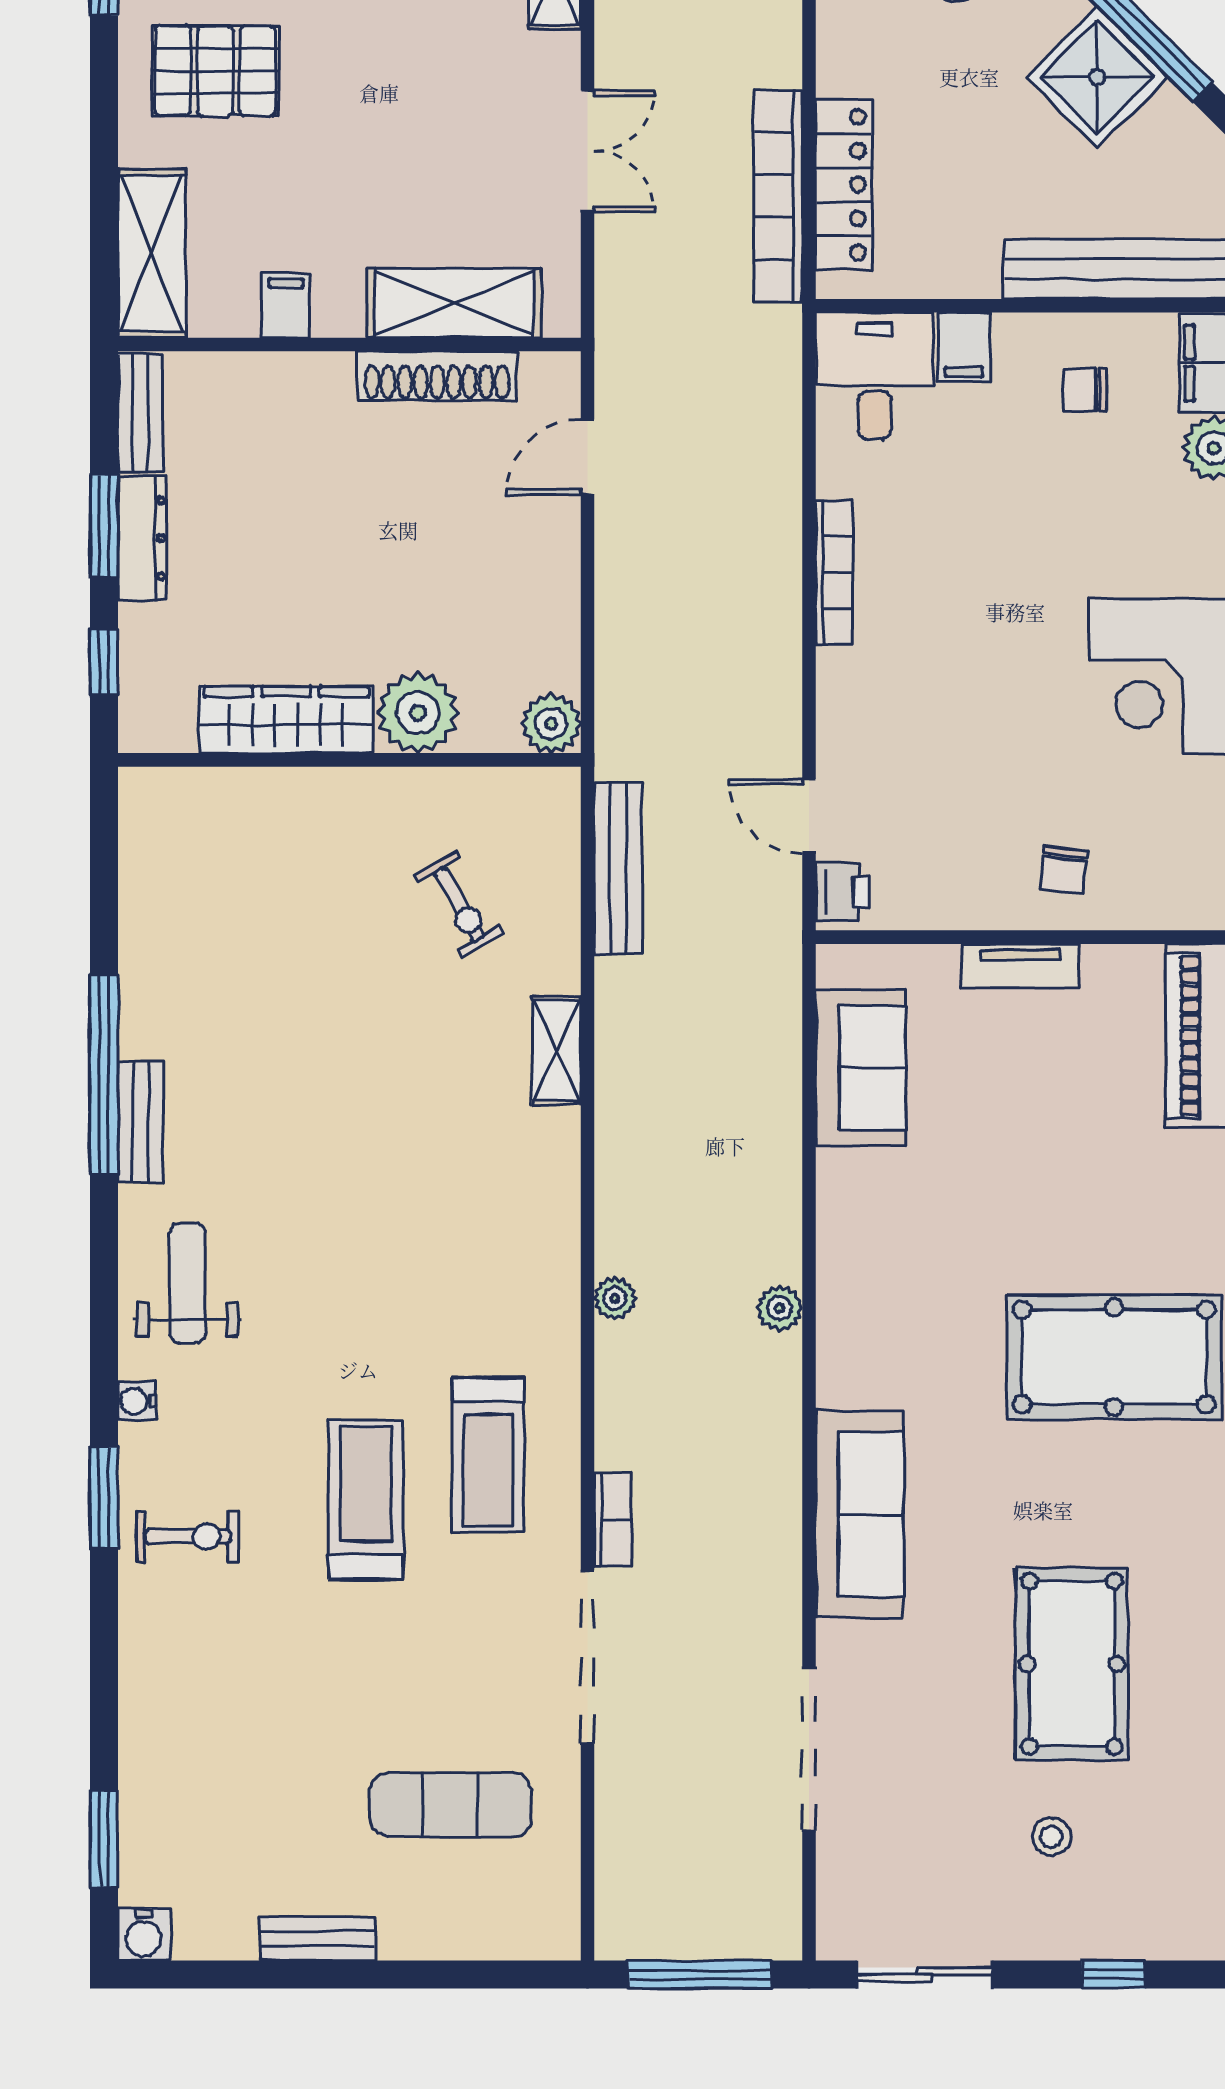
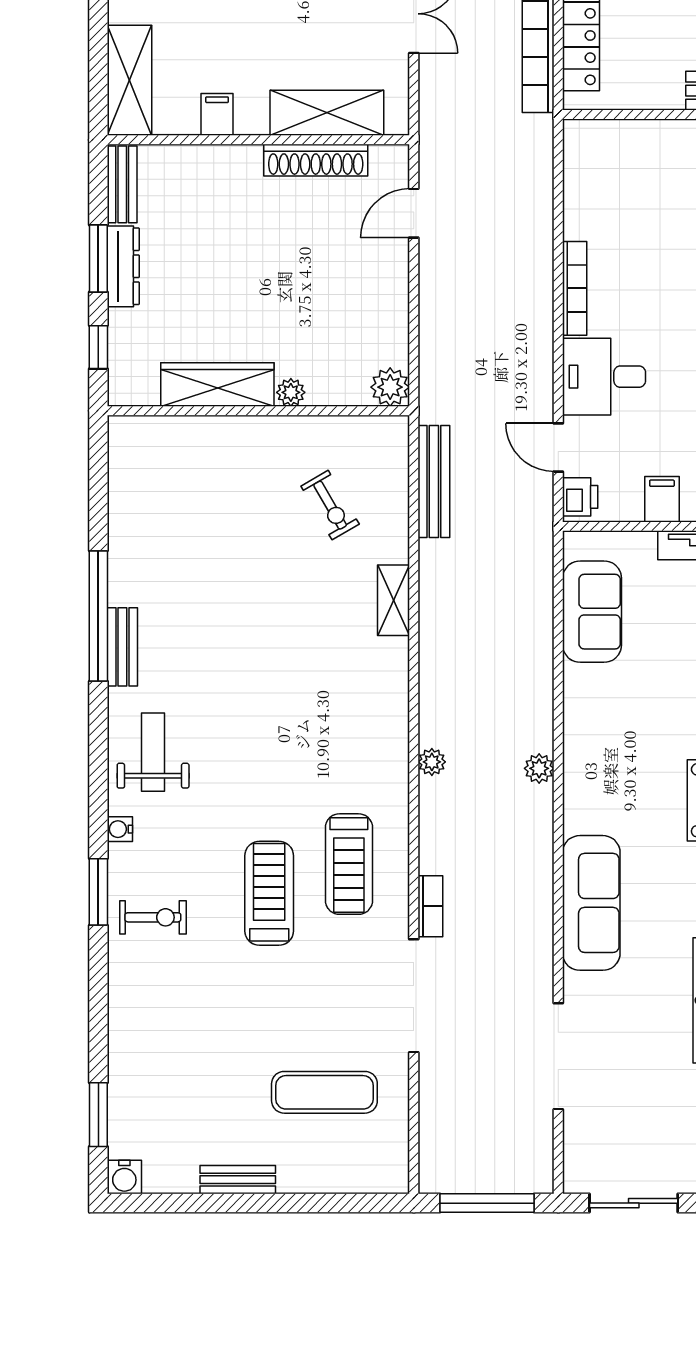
filing cabinet: (964, 347) -> (662, 499), moved, turned 180
desk: (874, 376) -> (604, 377), moved, turned -90
plant: (418, 713) -> (291, 392), width x0.53, depth x0.53

